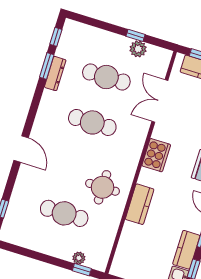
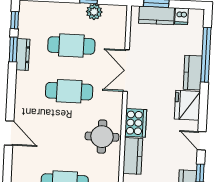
double door: (160, 101) -> (126, 71), moved
cooker: (156, 155) -> (136, 123), moved
round table: (103, 187) -> (102, 137), moved

